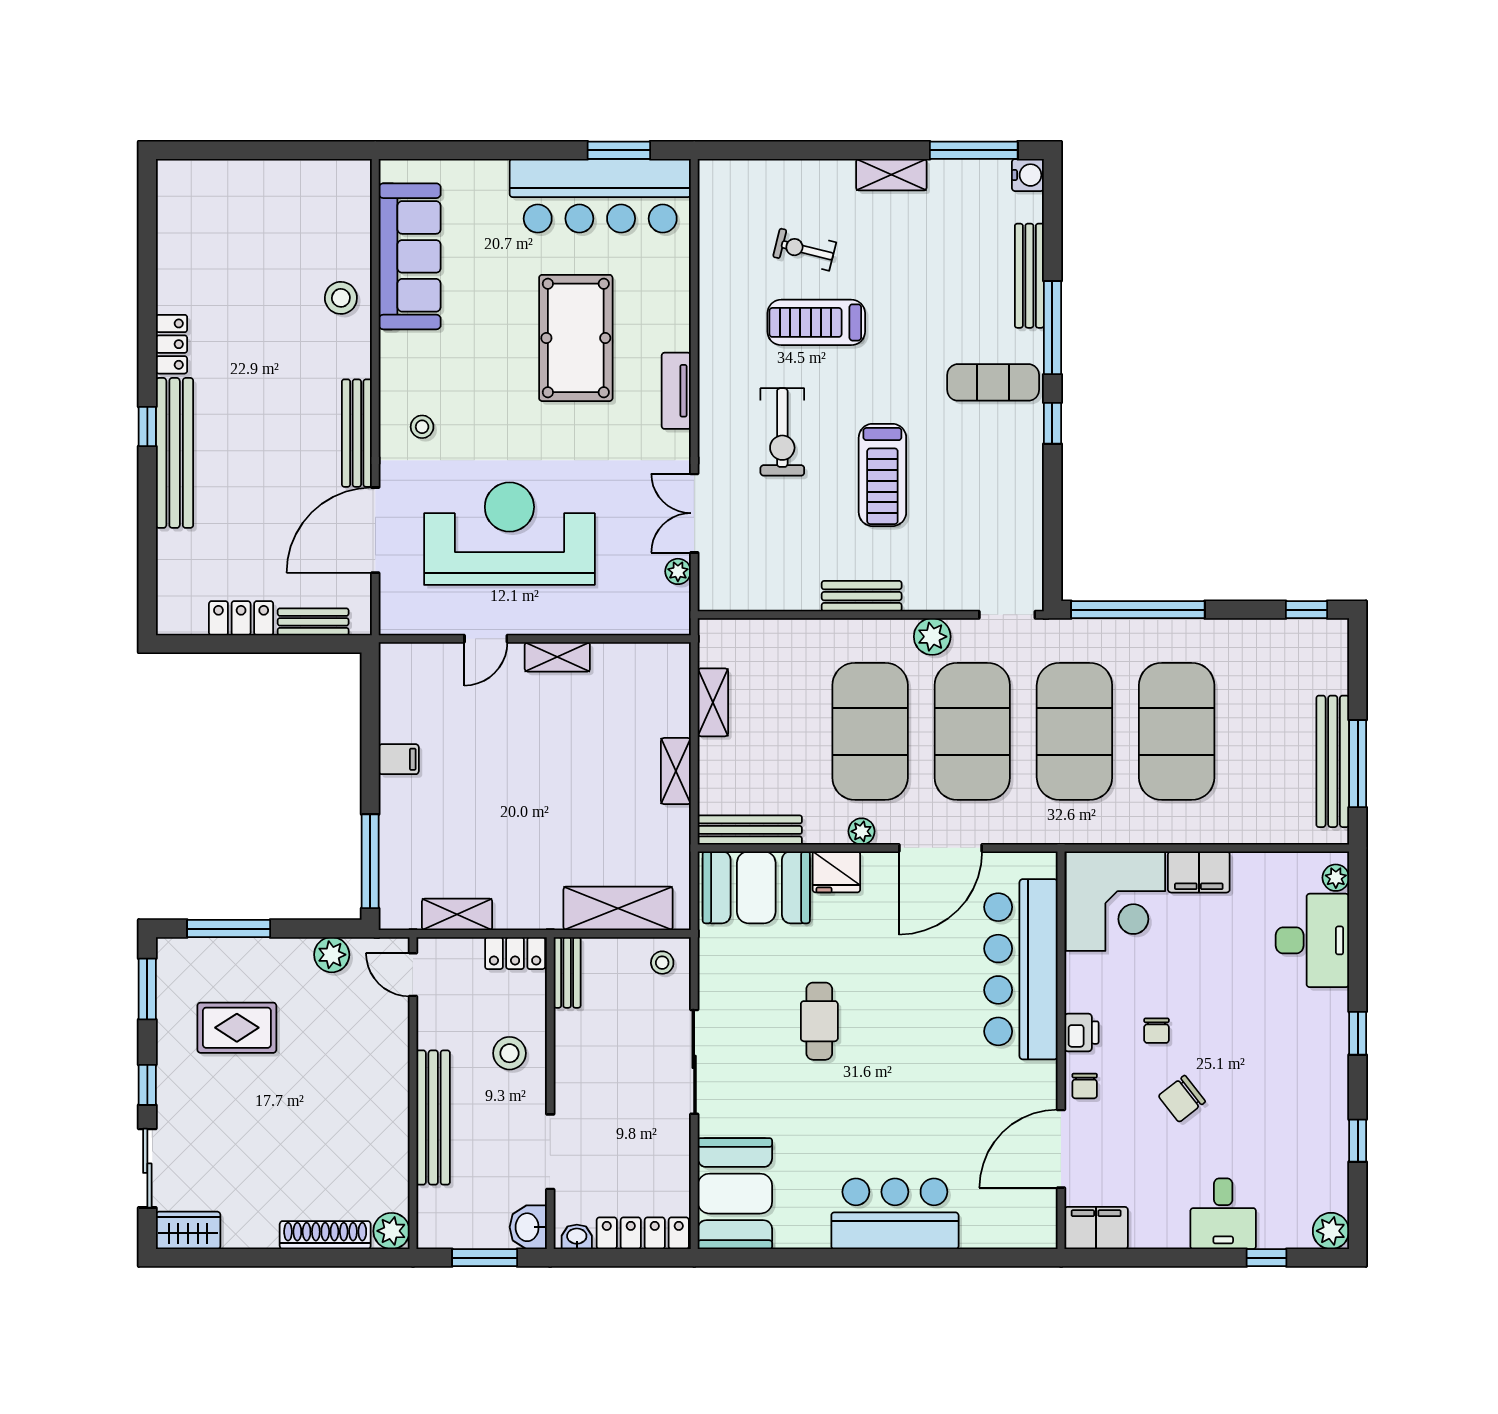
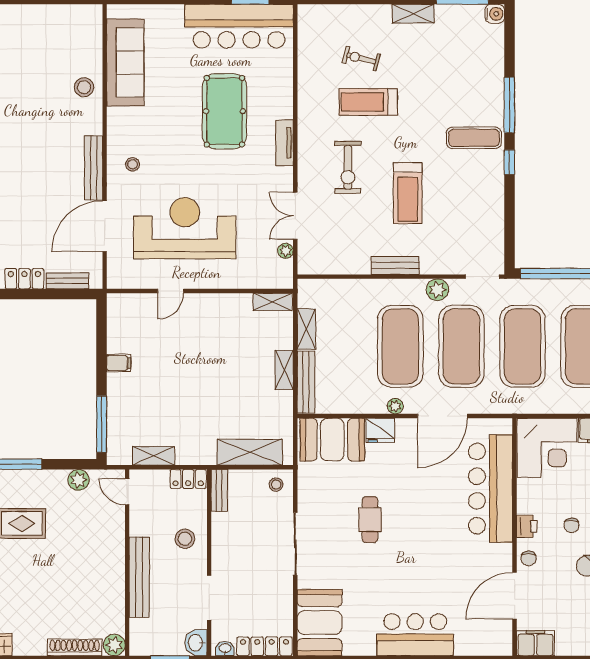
bench: (1029, 276) -> (496, 74), removed
shelving: (557, 657) -> (273, 302), moved
bench: (750, 830) -> (306, 382), moved, turned 90

